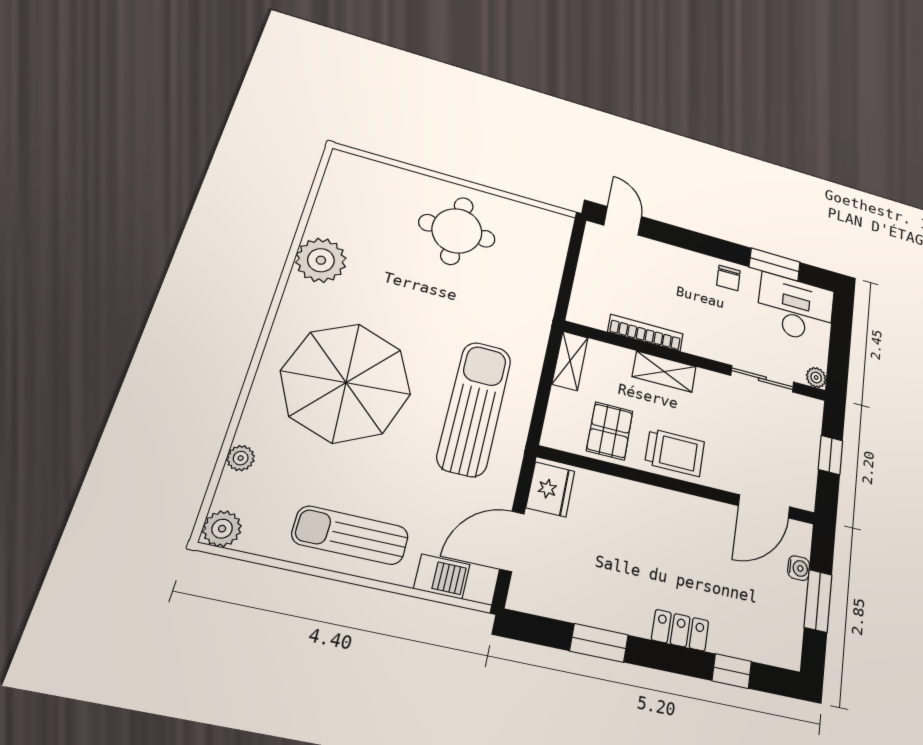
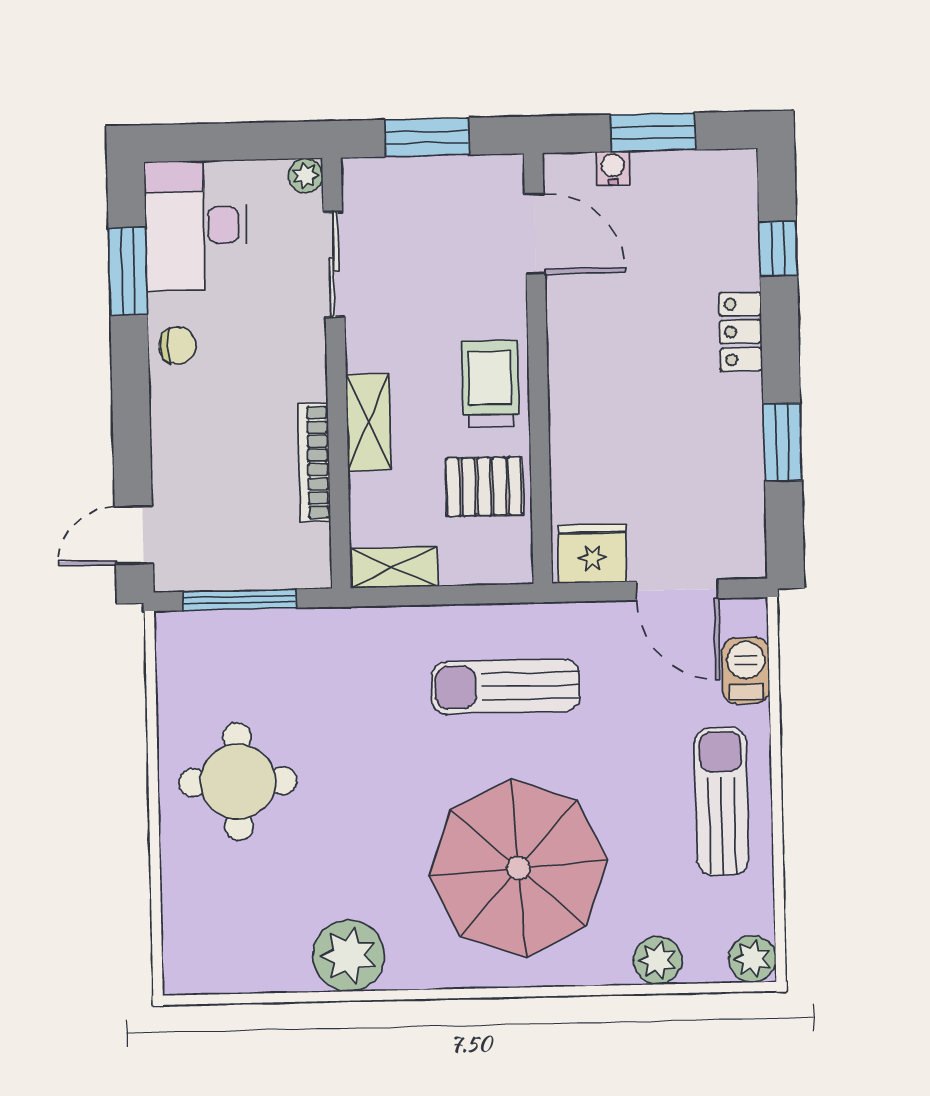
window: (571, 266) -> (239, 600), added
sun lounger: (474, 408) -> (505, 686), width x0.73, depth x0.75
window: (830, 455) -> (427, 137), width x1.50
plant: (241, 458) -> (658, 960), width x1.38, depth x1.38
sun lounger: (350, 535) -> (722, 801), turned 180

